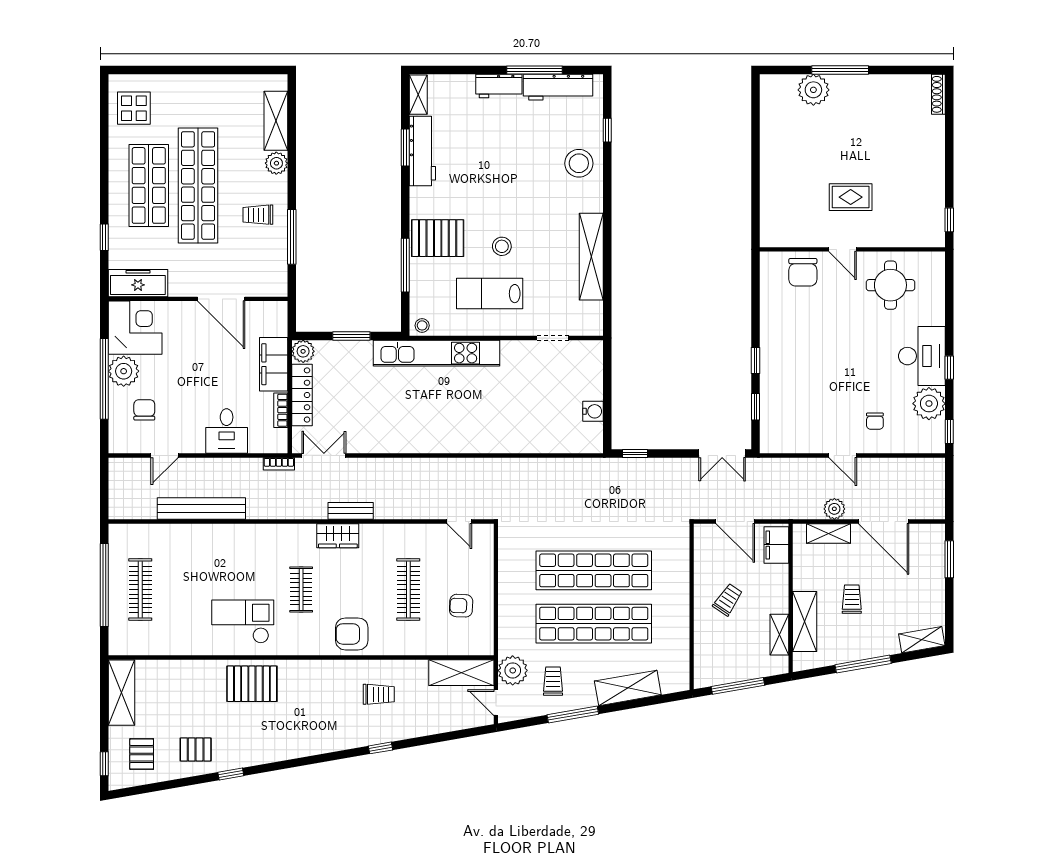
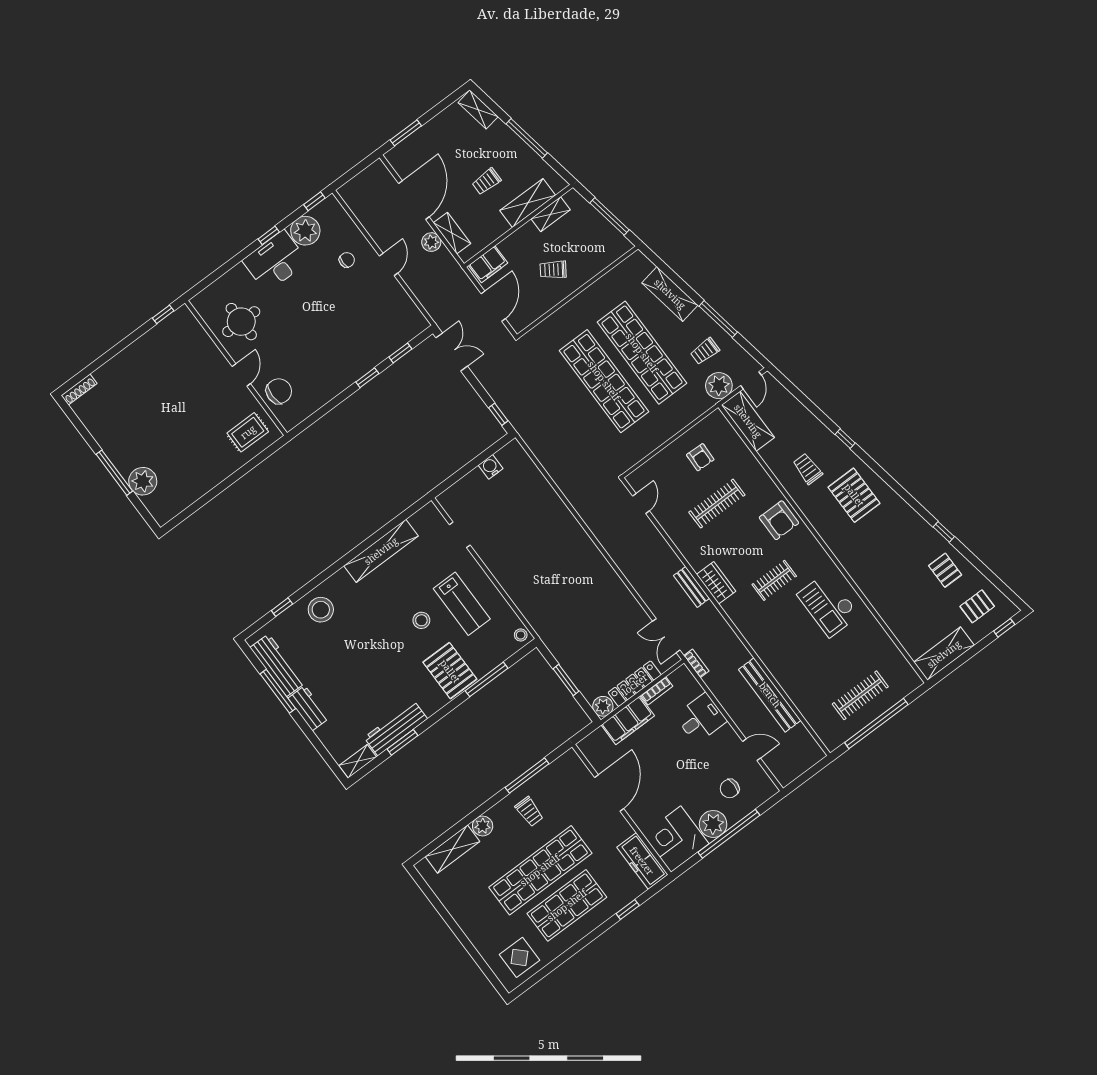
rug: (851, 197) -> (248, 432), moved, turned 90
kitchen unit: (437, 353) -> (533, 610), removed
pallet: (252, 684) -> (854, 495), moved

